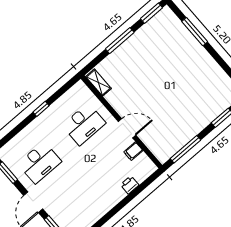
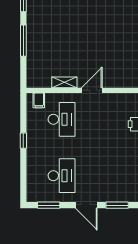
shelving: (99, 83) -> (64, 82), moved
filing cabinet: (133, 151) -> (39, 100), moved

